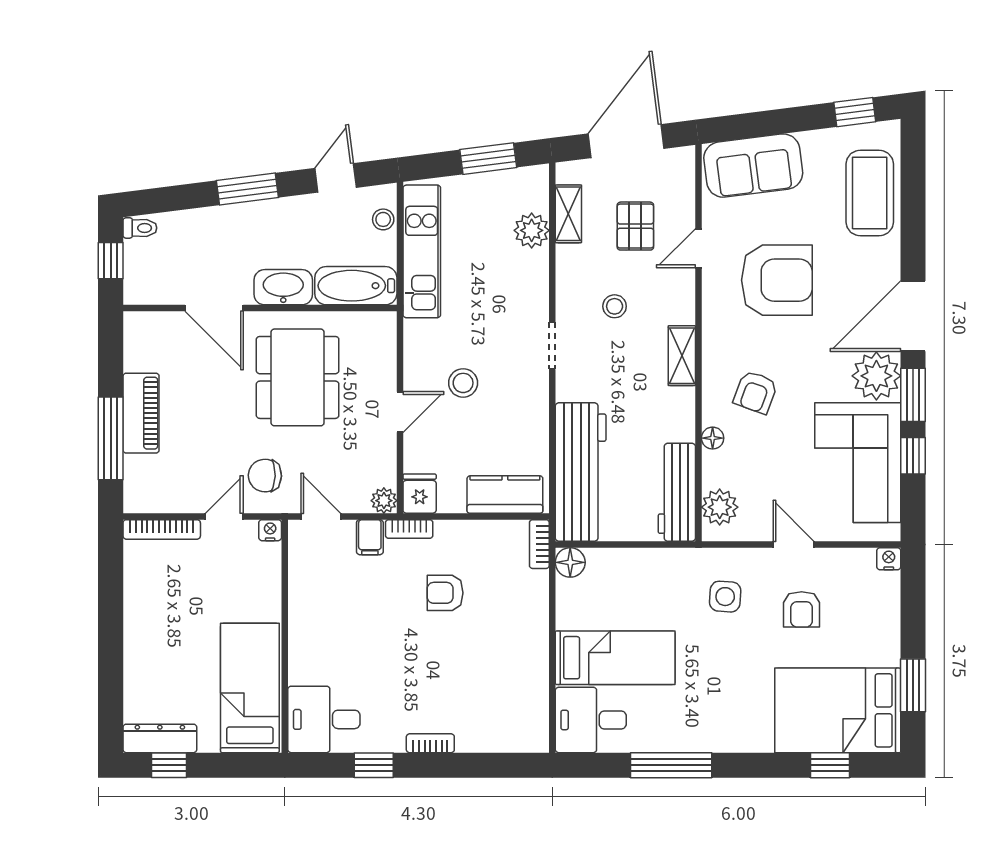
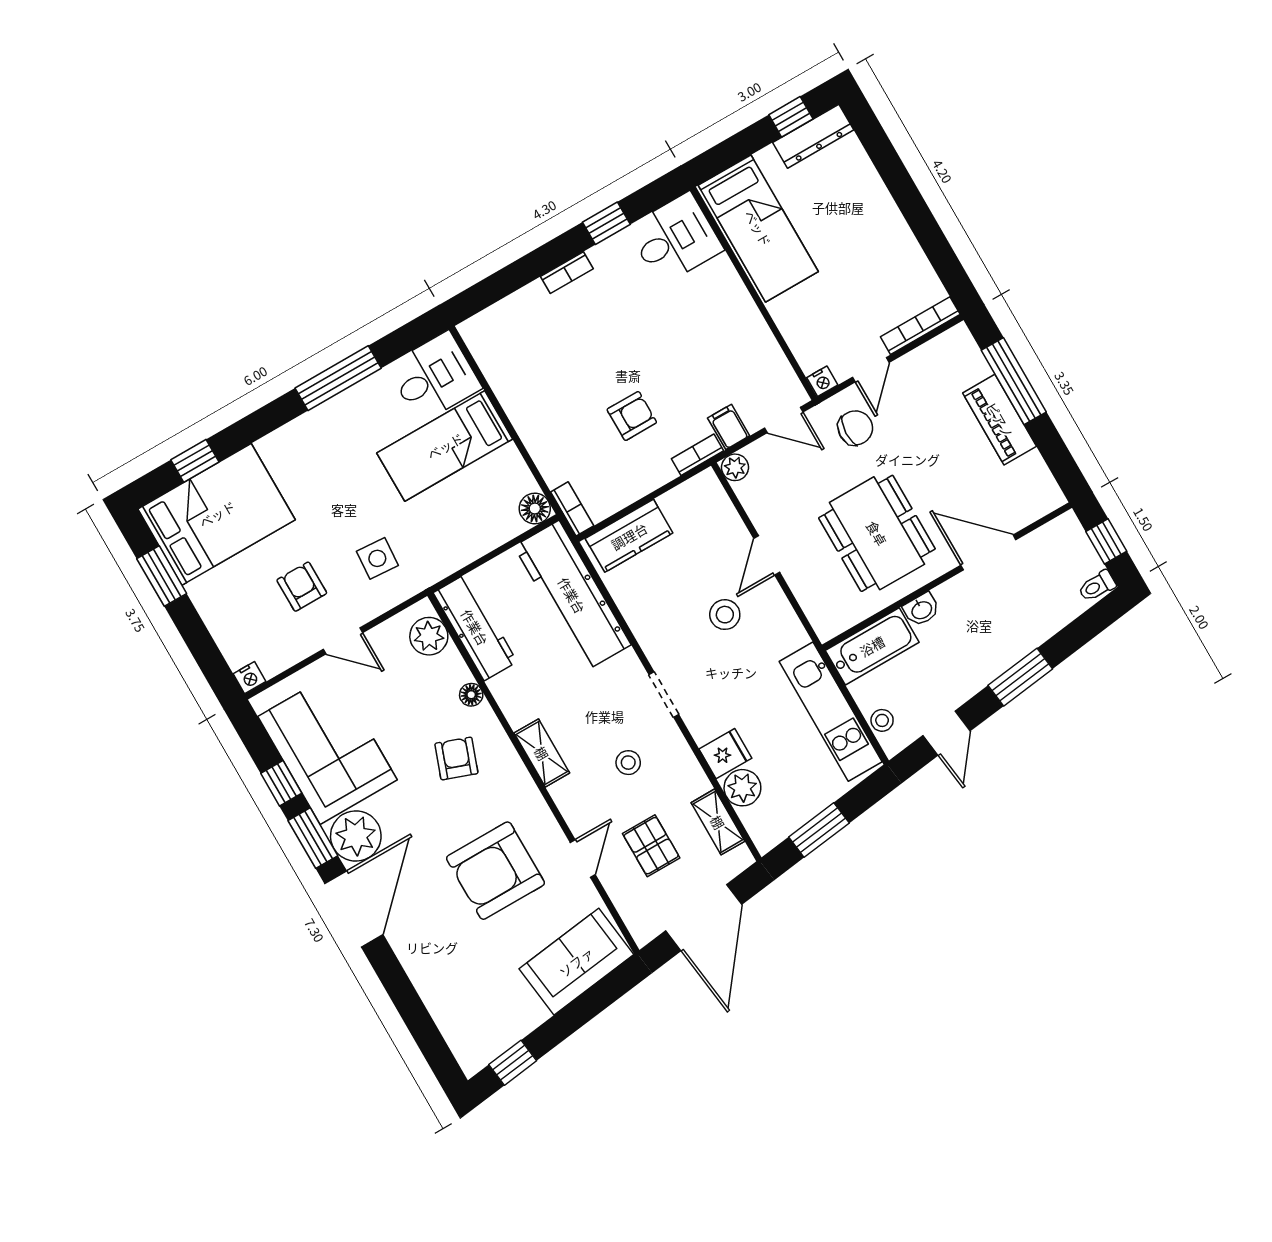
coffee table: (870, 193) -> (457, 998), removed
washbasin: (283, 287) -> (921, 610), width x0.52, depth x0.69
fridge: (420, 494) -> (725, 754), moved, turned -90

